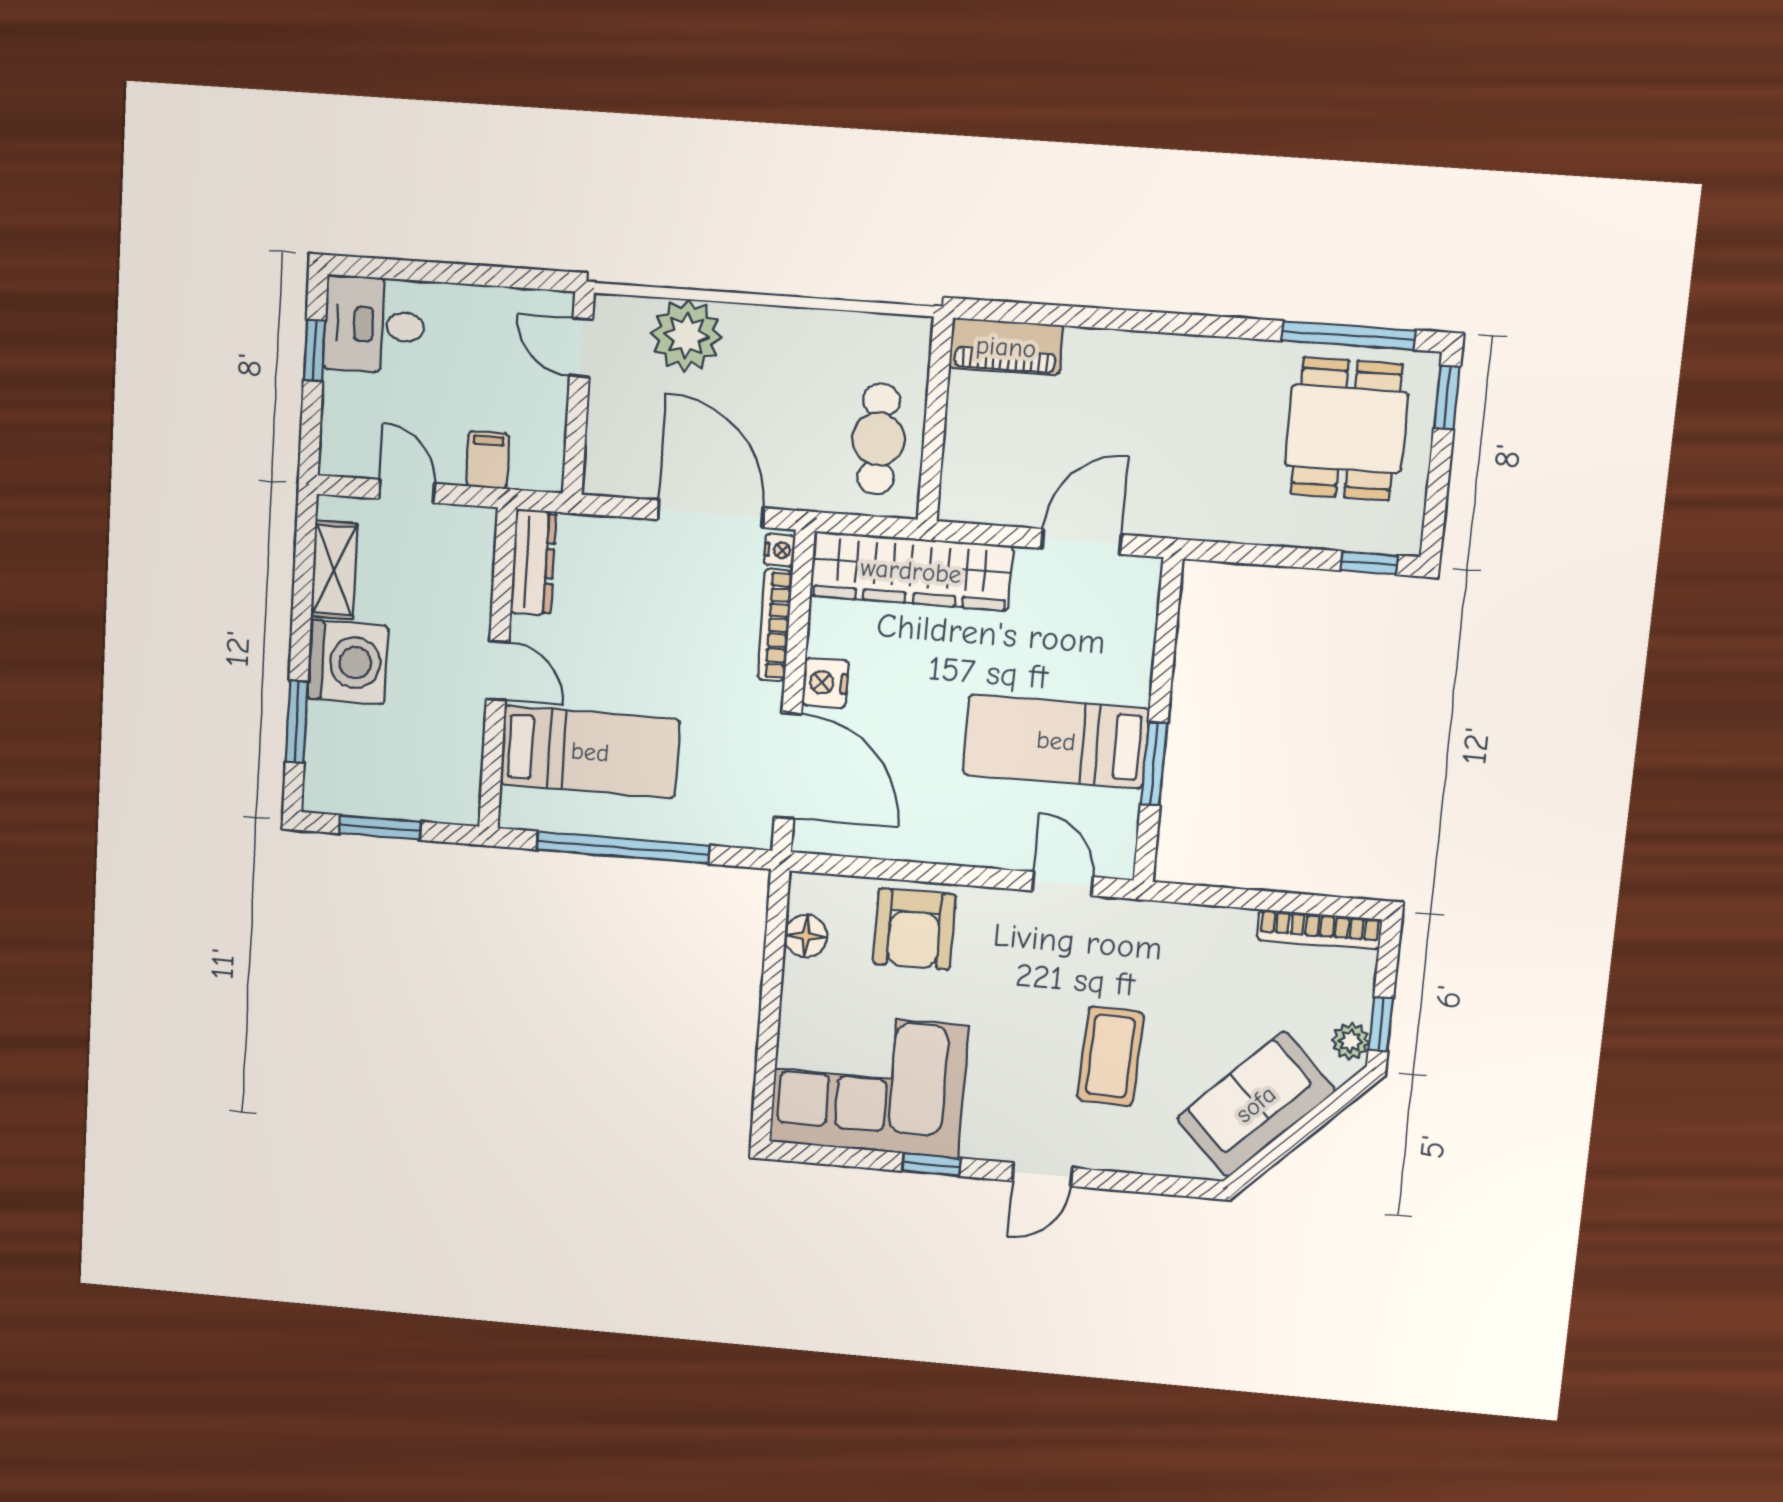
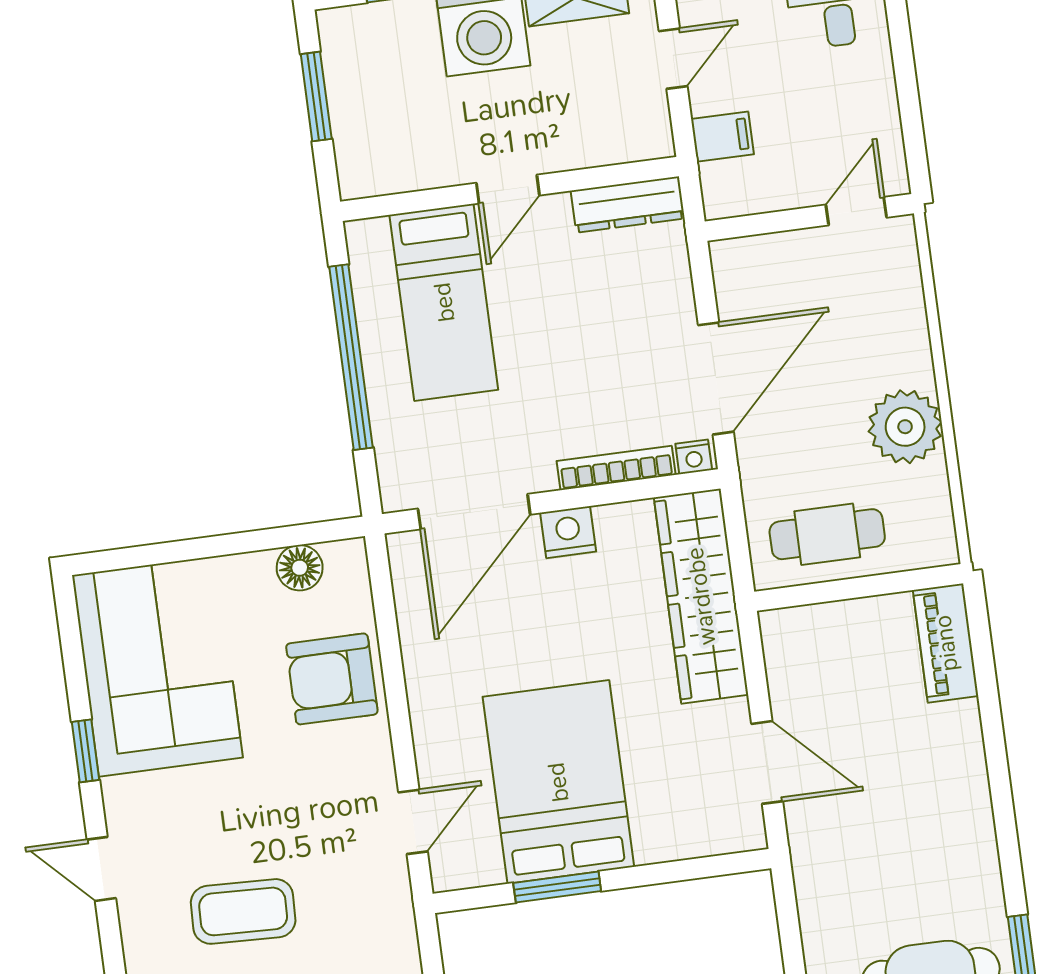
plant: (686, 335) -> (905, 427), moved
bed: (1056, 741) -> (558, 782), width x1.50

